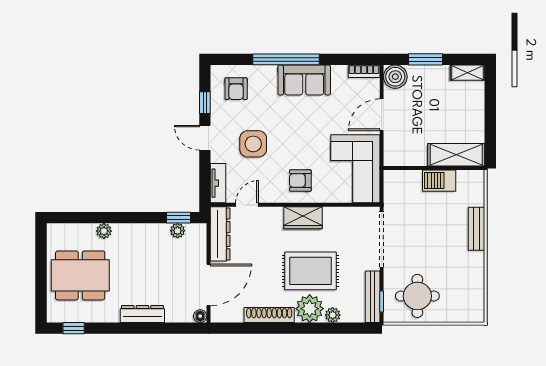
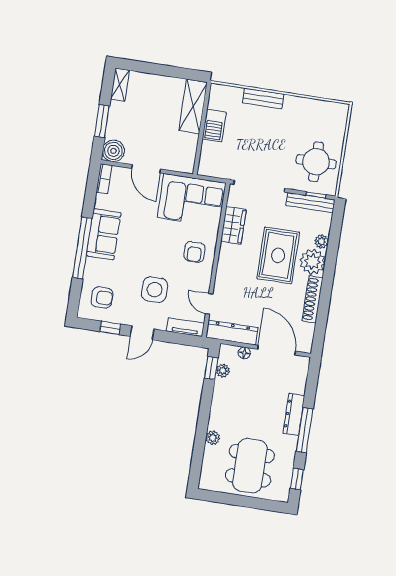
wardrobe: (303, 218) -> (233, 225), moved
floor lamp: (200, 316) -> (244, 353), moved
window: (127, 328) -> (305, 430), added

